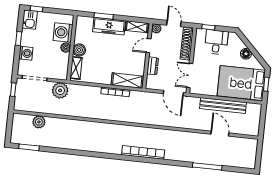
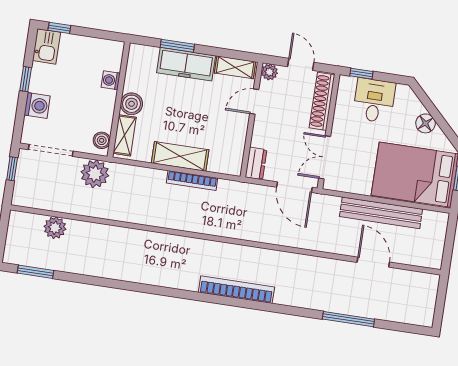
washing machine: (63, 32) -> (111, 80), width x0.53, depth x0.53
boiler: (66, 48) -> (102, 140), moved
dresser: (153, 66) -> (256, 163), moved
shelving: (127, 81) -> (180, 156), moved

